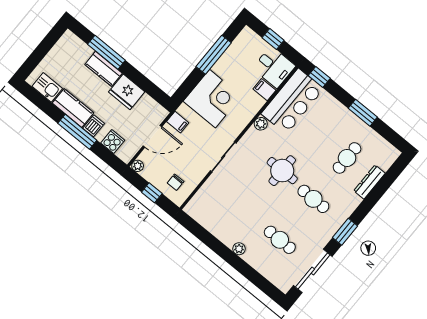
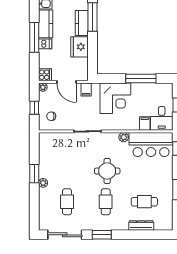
cooker: (113, 142) -> (45, 75), moved
window: (222, 250) -> (34, 174), added

